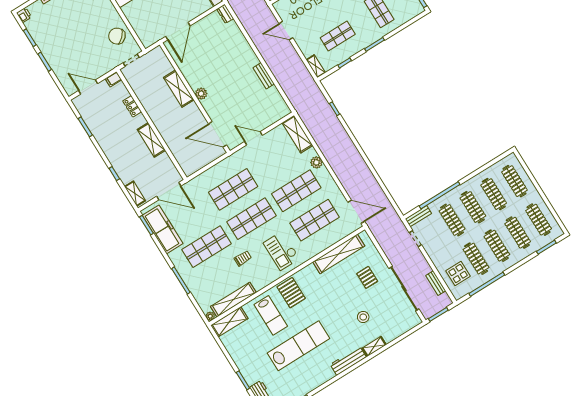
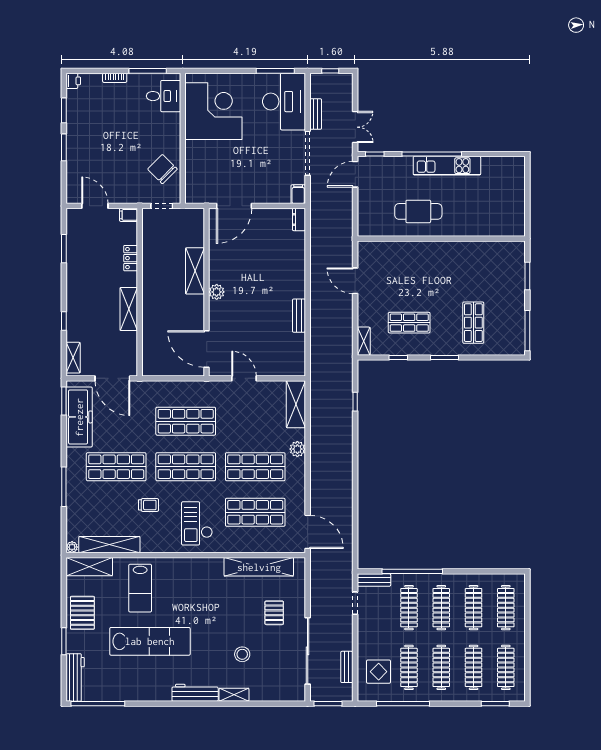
pallet: (291, 293) -> (82, 613), moved

